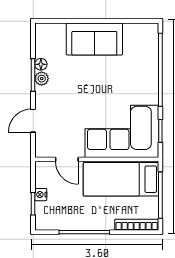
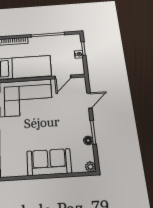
plant: (42, 79) -> (90, 167), moved
door: (67, 159) -> (63, 77), swing flipped

